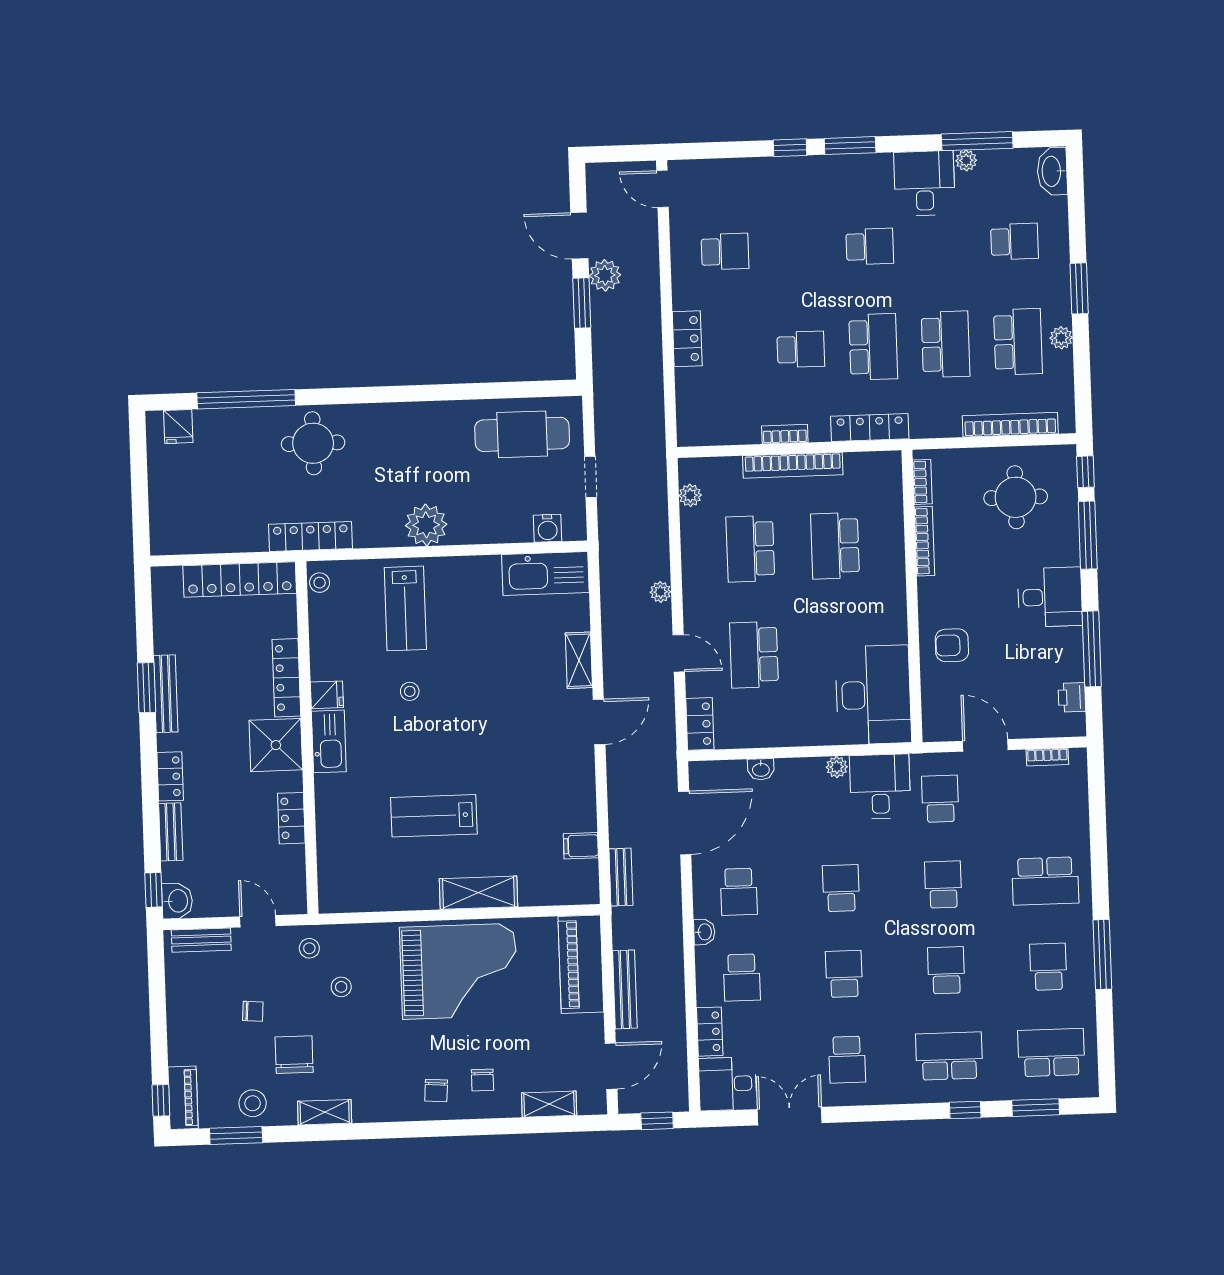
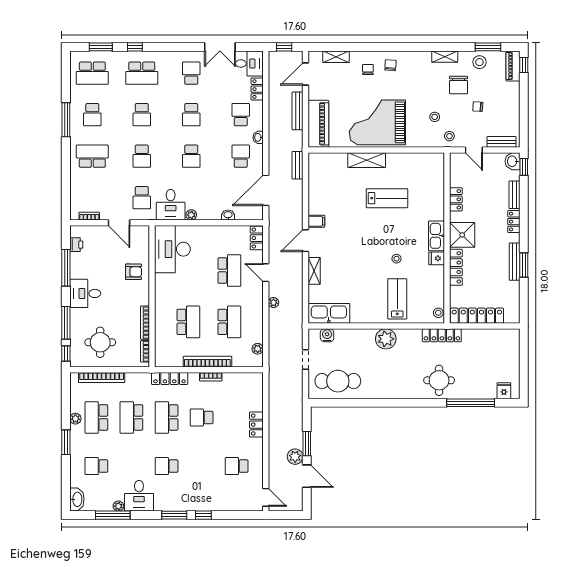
filing cabinet: (581, 846) -> (316, 221), moved

